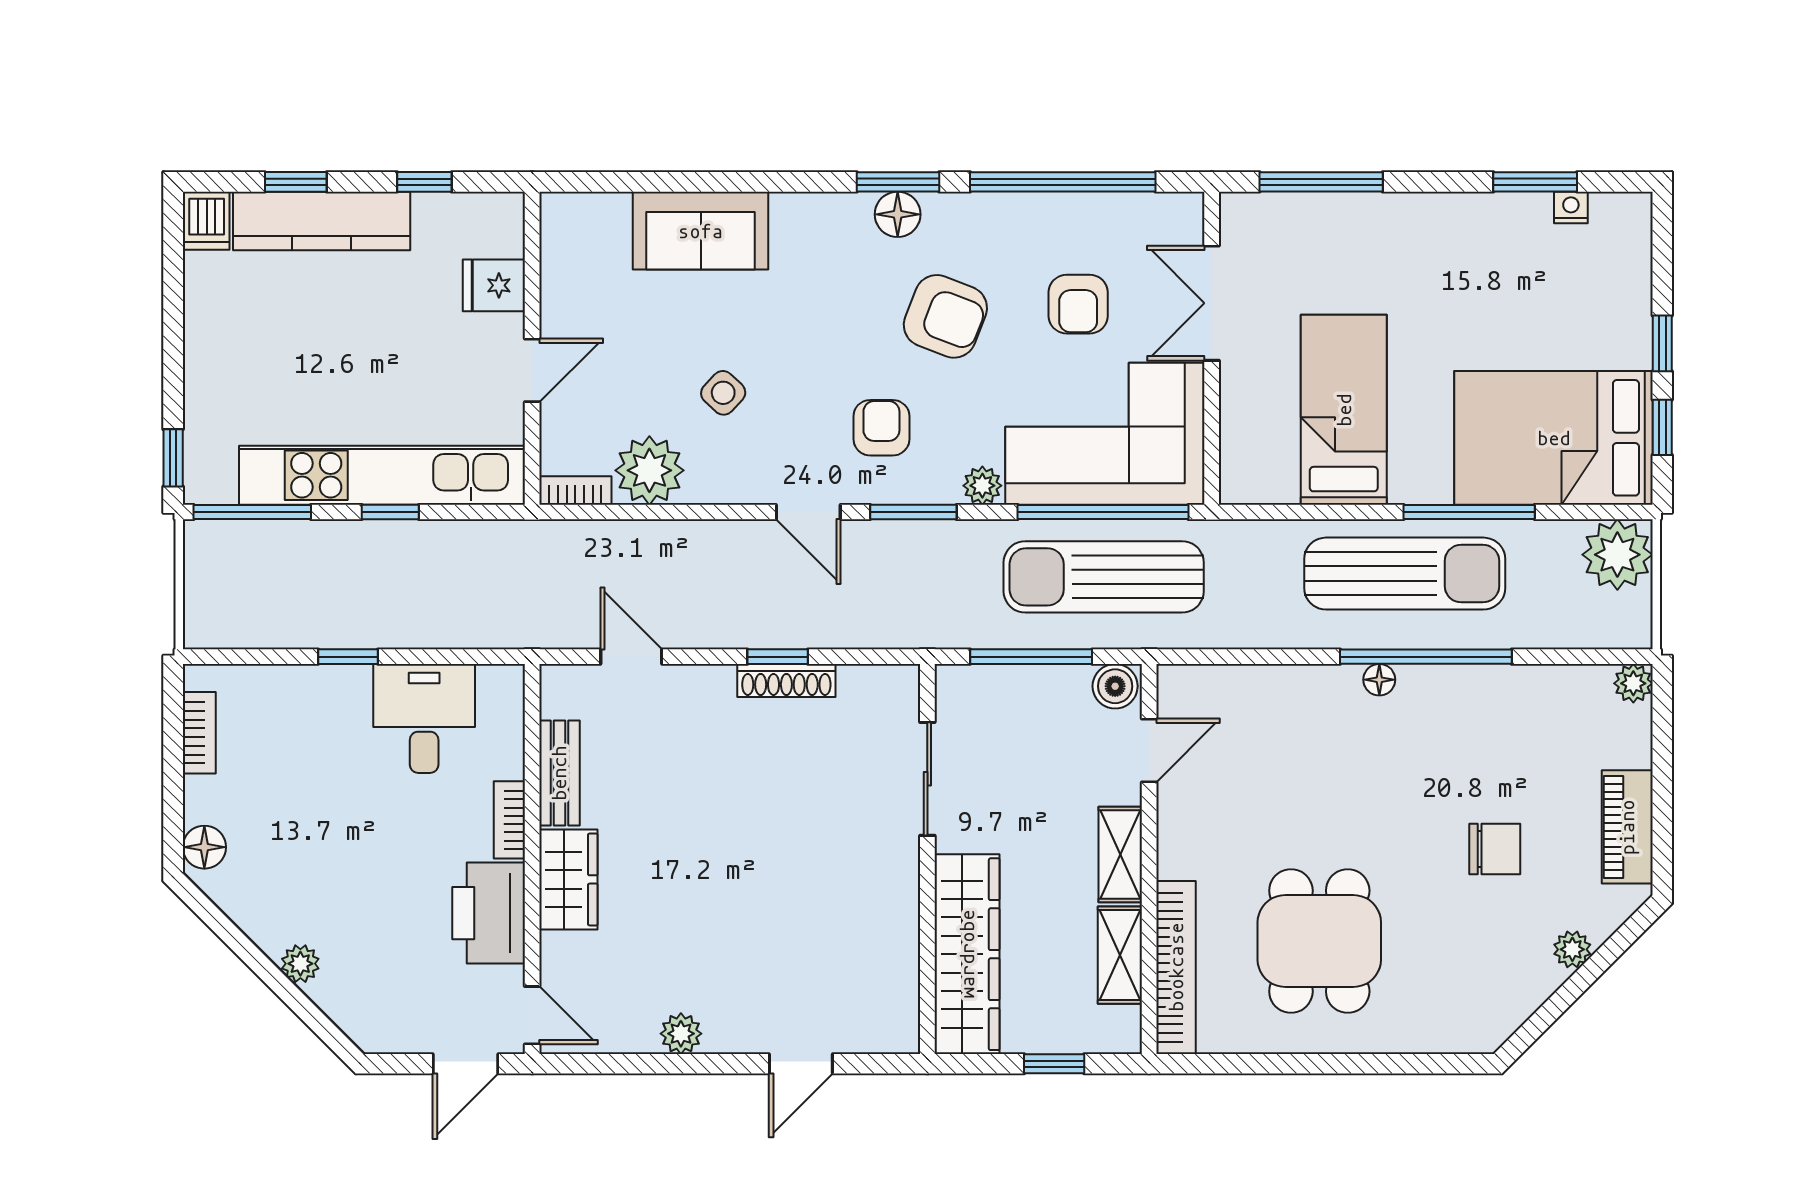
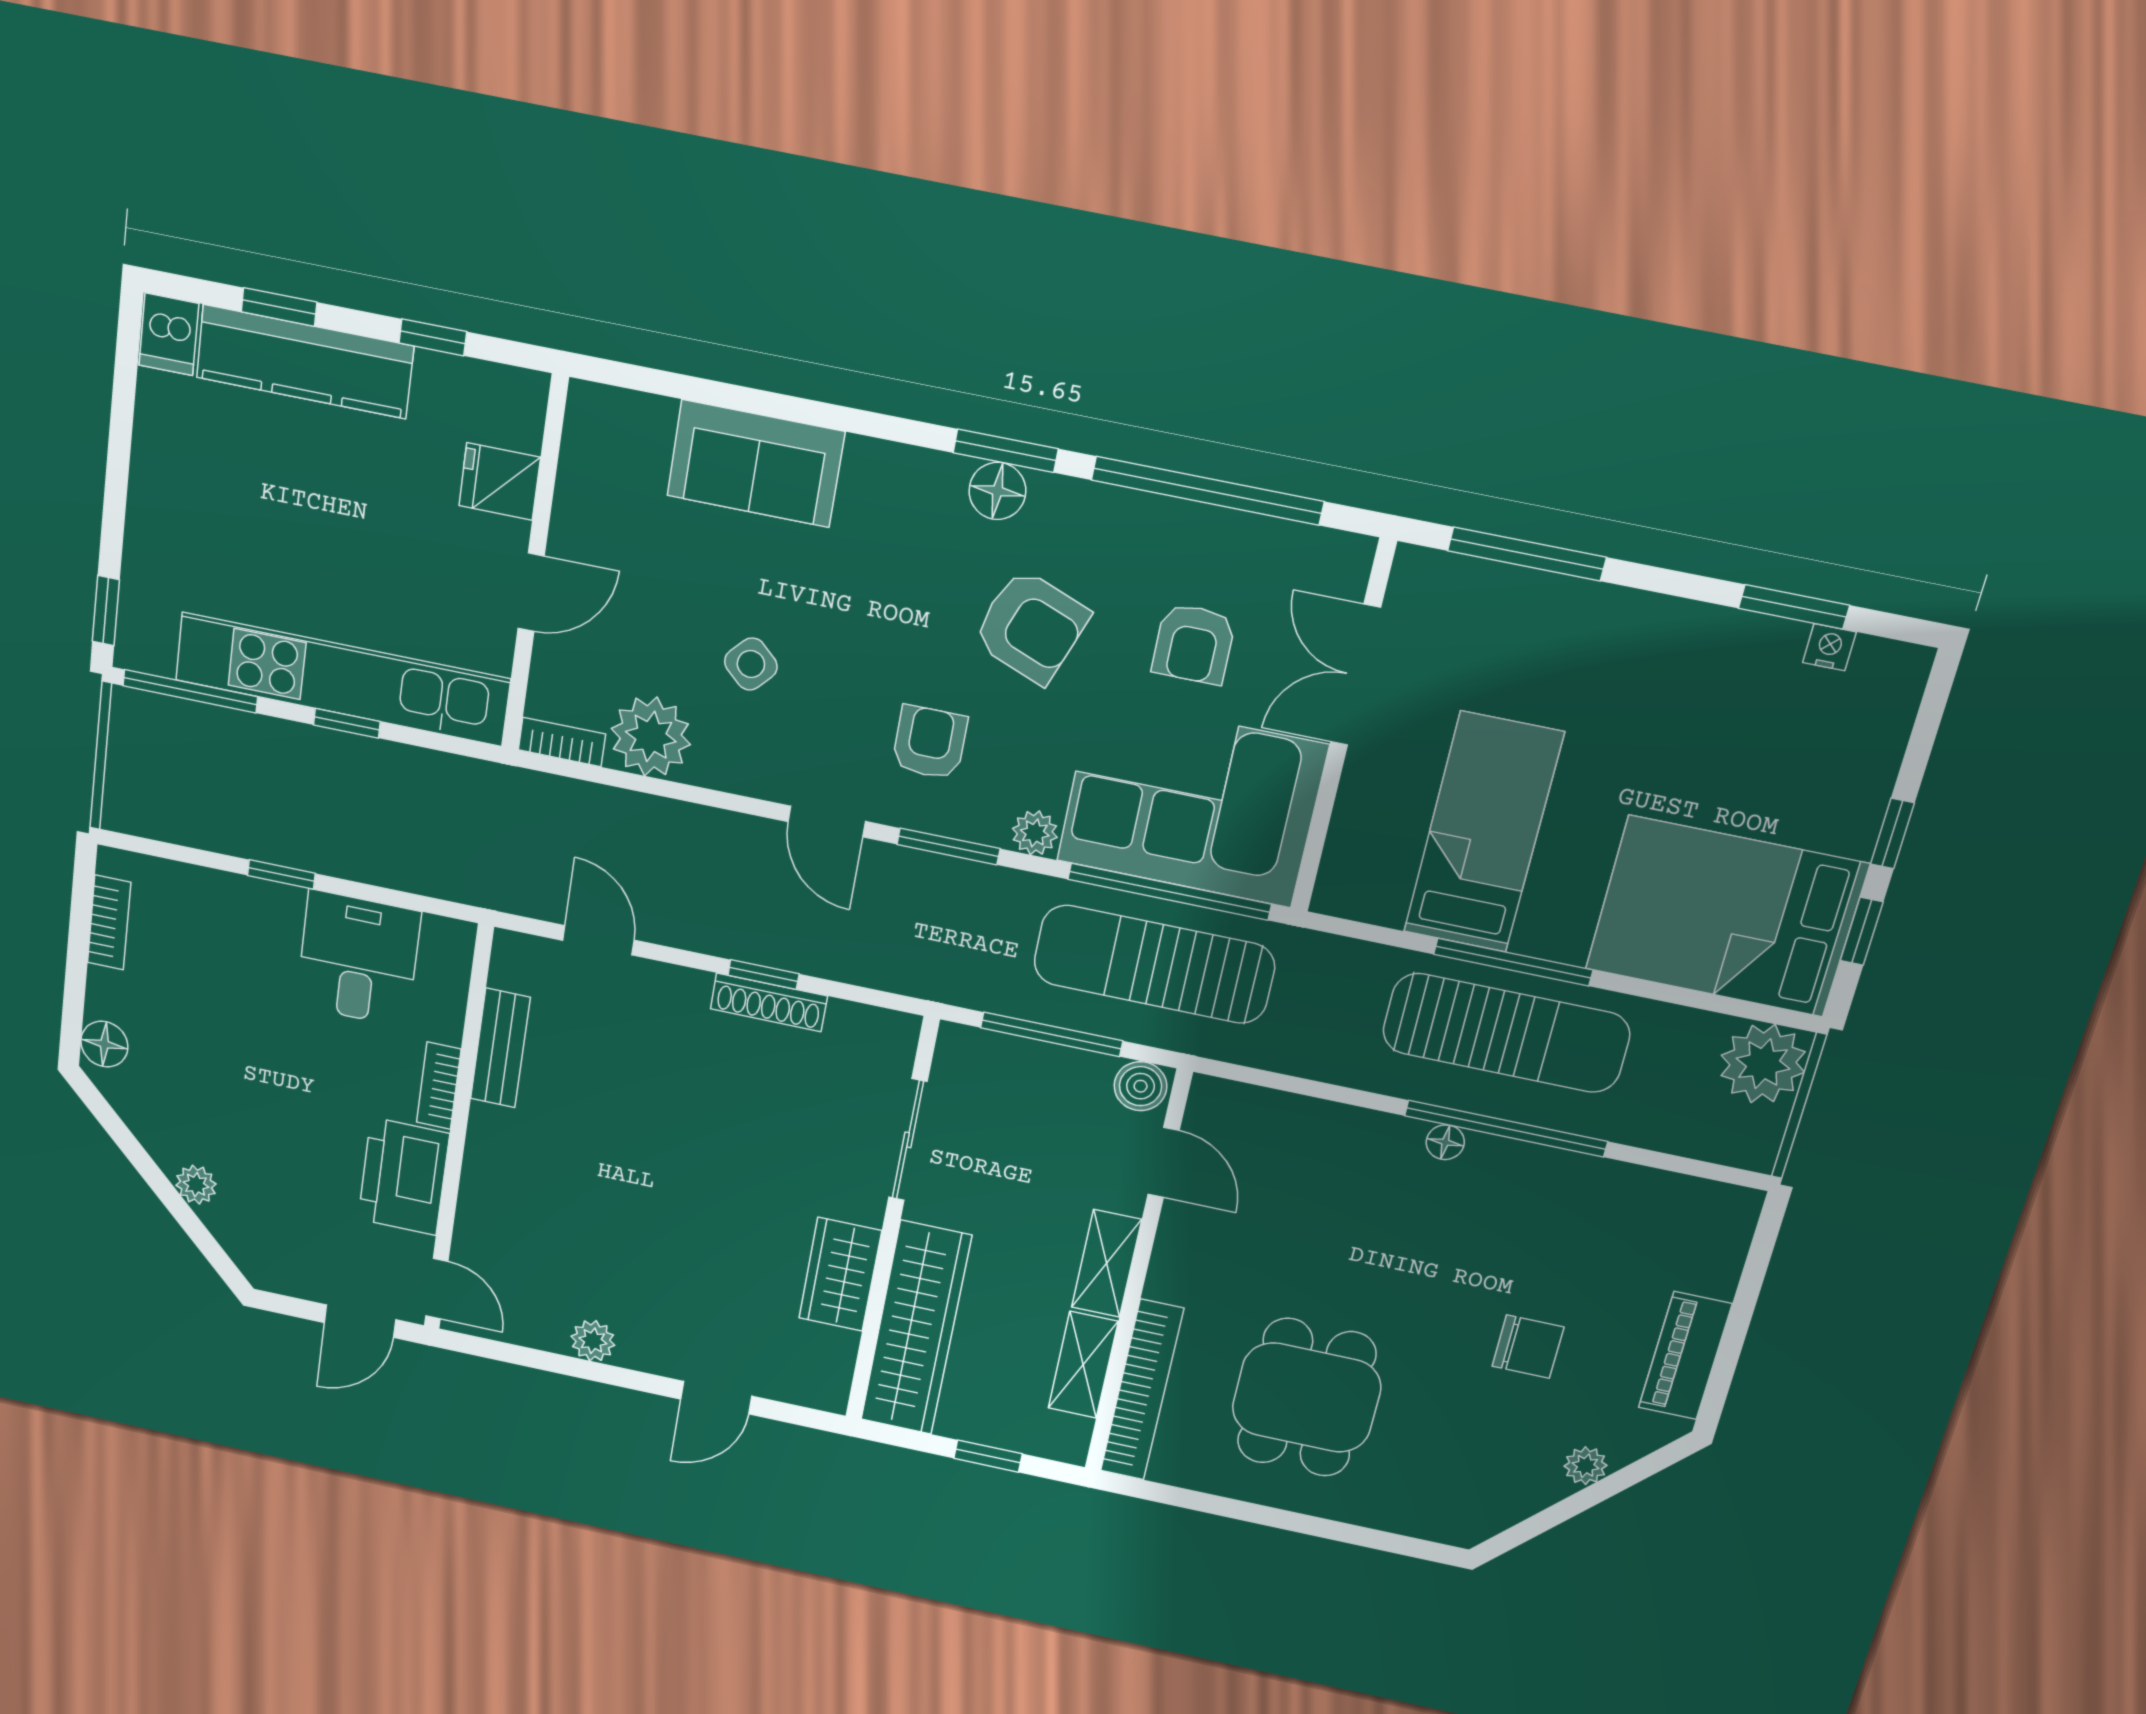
window: (1469, 512) -> (1513, 962), moved
plant: (1633, 683) -> (1739, 1207), removed
door: (1149, 750) -> (1164, 1162), hinge flipped
wardrobe: (568, 879) -> (840, 1274), moved, turned 180

